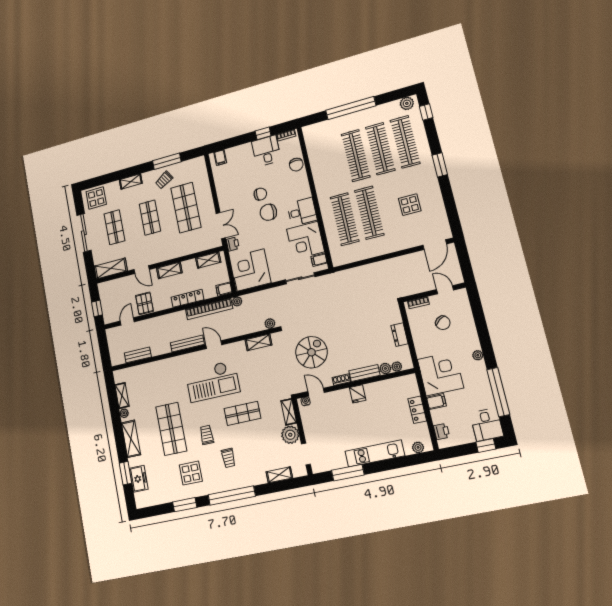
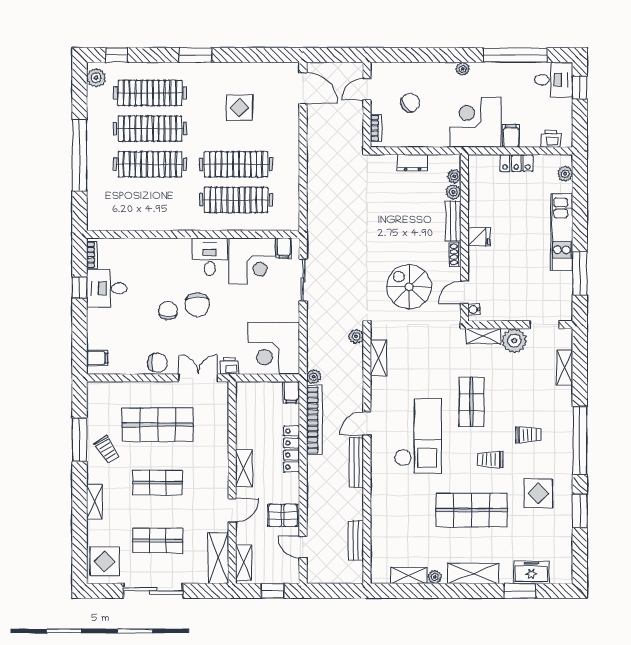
chair: (296, 165) -> (157, 363), moved
shelving: (208, 260) -> (244, 562), moved

